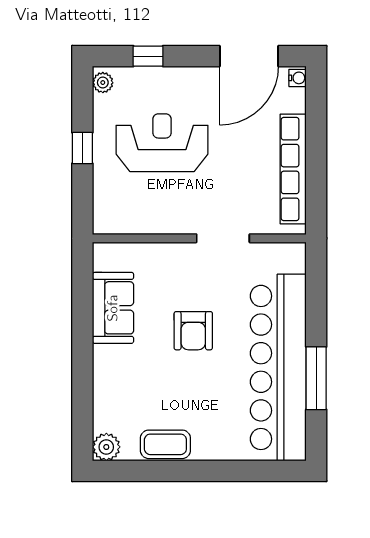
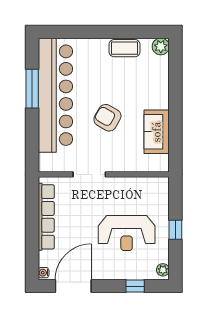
armchair: (193, 331) -> (107, 118), turned -60

